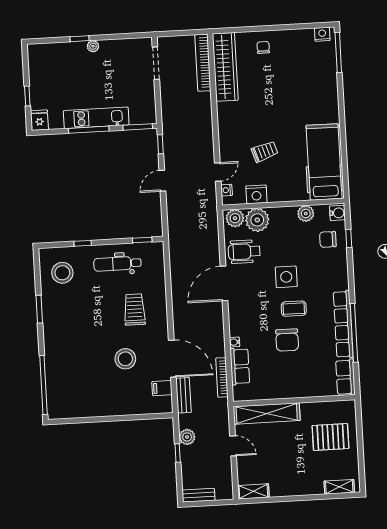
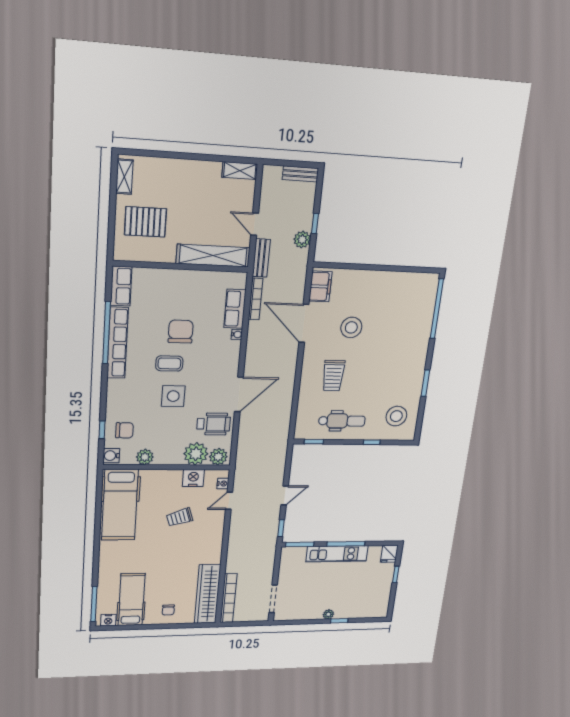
hospital bed: (301, 58) -> (132, 600), added
filing cabinet: (162, 388) -> (320, 286), width x2.00
bench: (183, 395) -> (261, 258), moved
shelving: (339, 487) -> (124, 177), moved, turned 90

